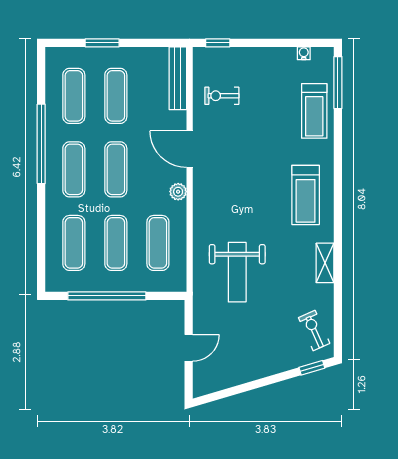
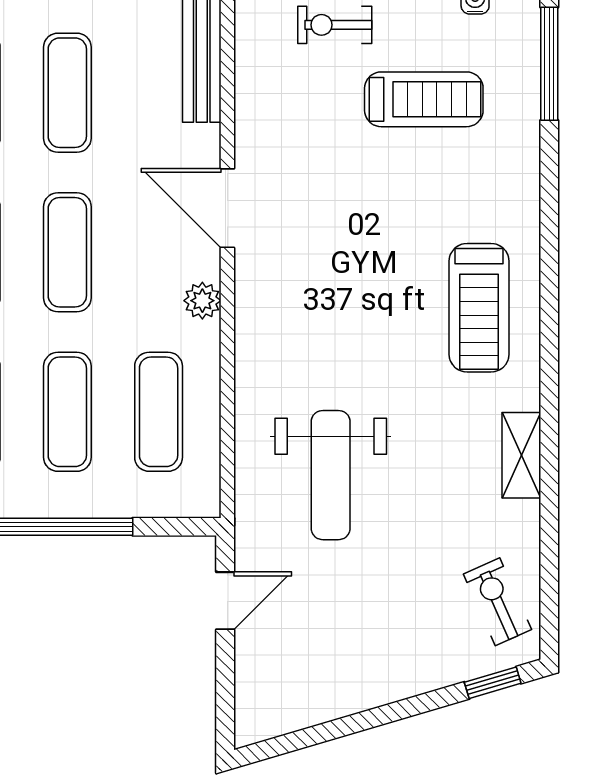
exercise bike: (222, 96) -> (335, 25), moved
treadmill: (314, 111) -> (424, 99), moved, turned -90
door: (189, 348) -> (225, 601), moved

